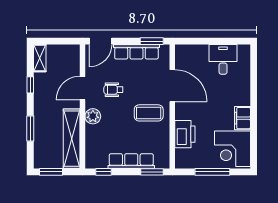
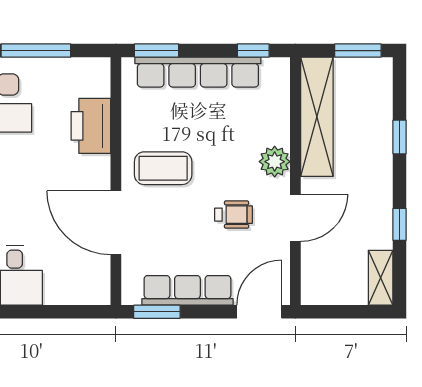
window: (30, 129) -> (400, 137), width x0.67
row of seats: (131, 161) -> (198, 72), width x1.36

